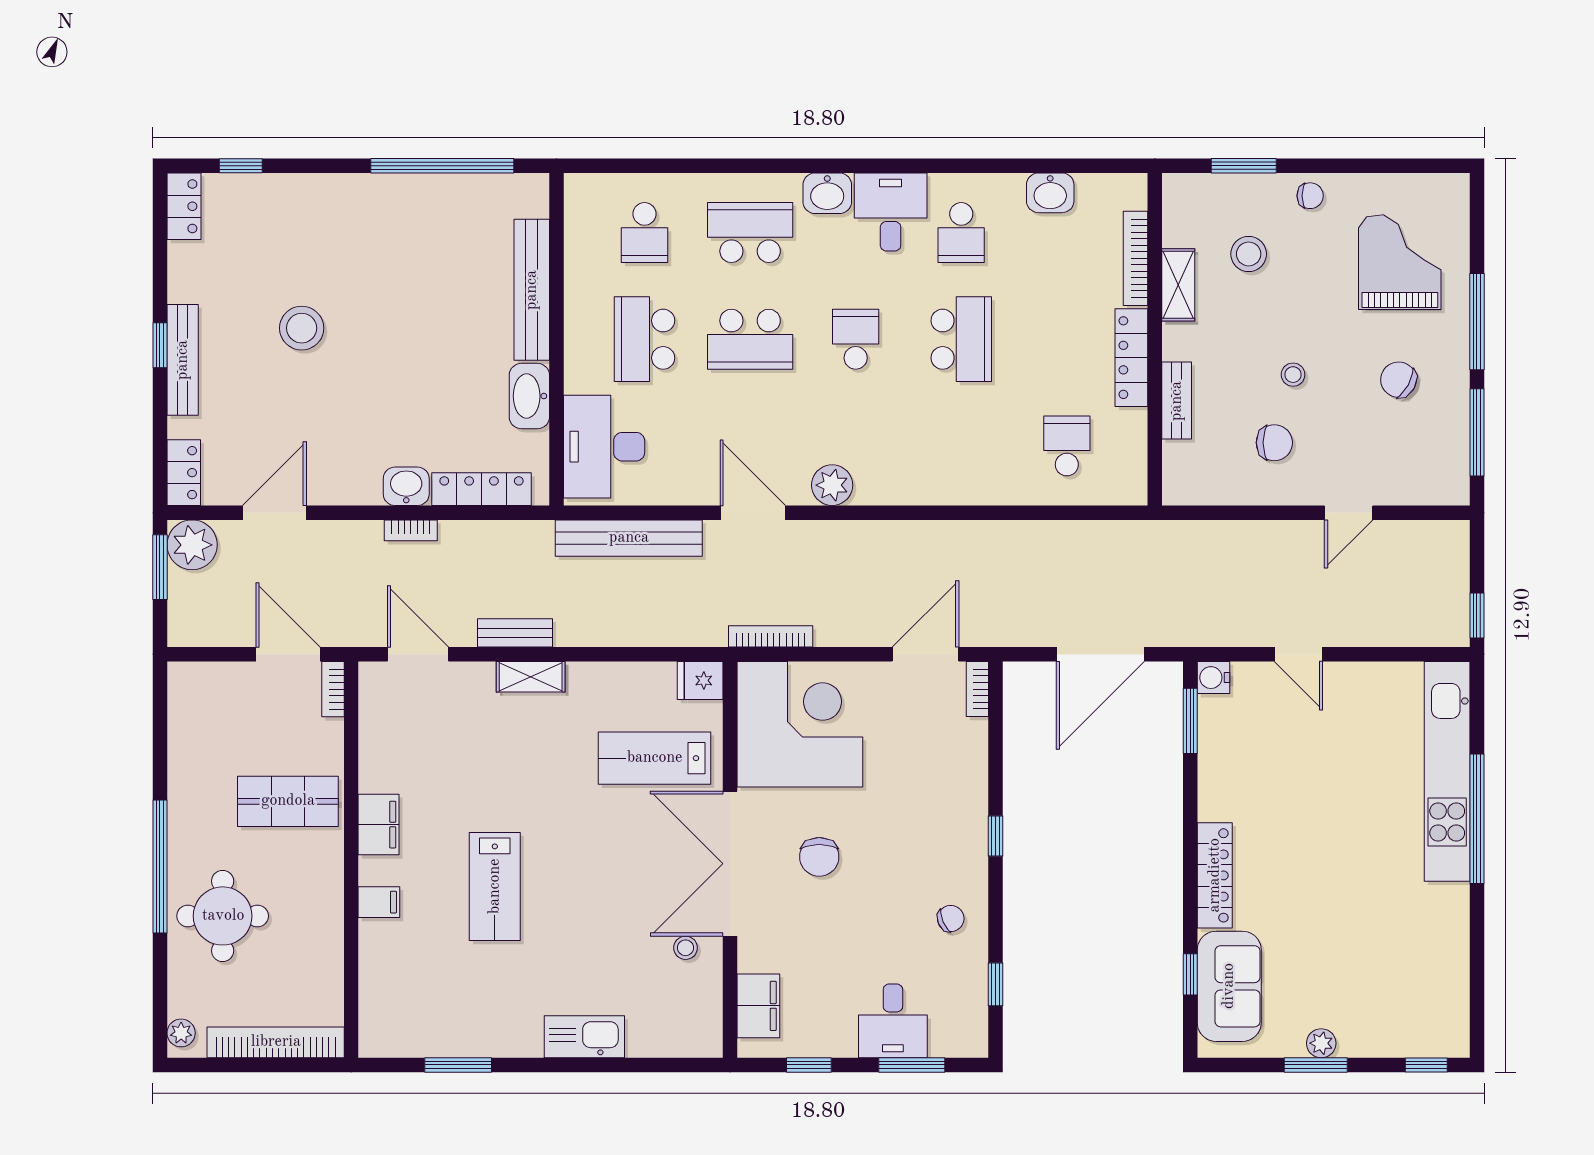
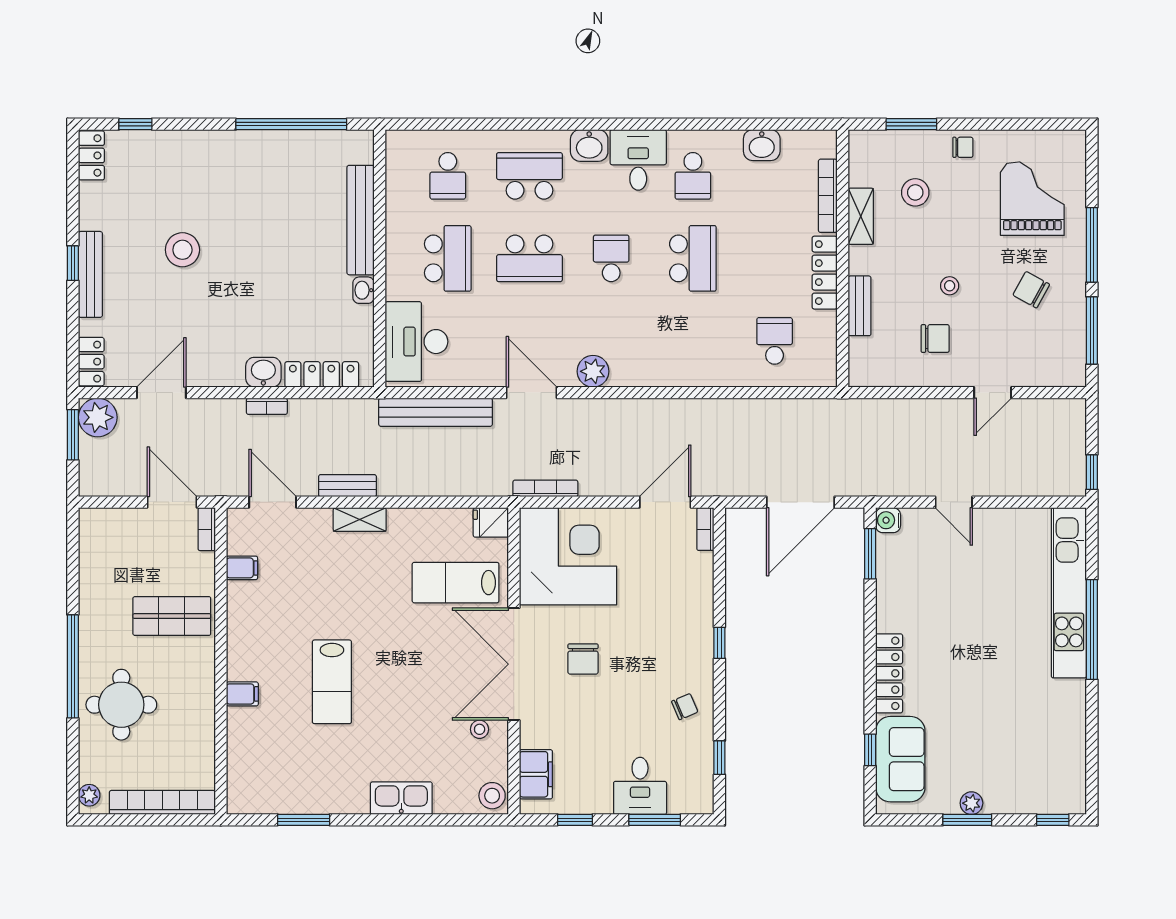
school desk: (644, 339) -> (448, 258), turned 180
washbasin: (529, 396) -> (363, 290), width x0.52, depth x0.69
filing cabinet: (379, 825) -> (242, 568), moved, width x0.50
stool: (702, 1034) -> (492, 796), added

